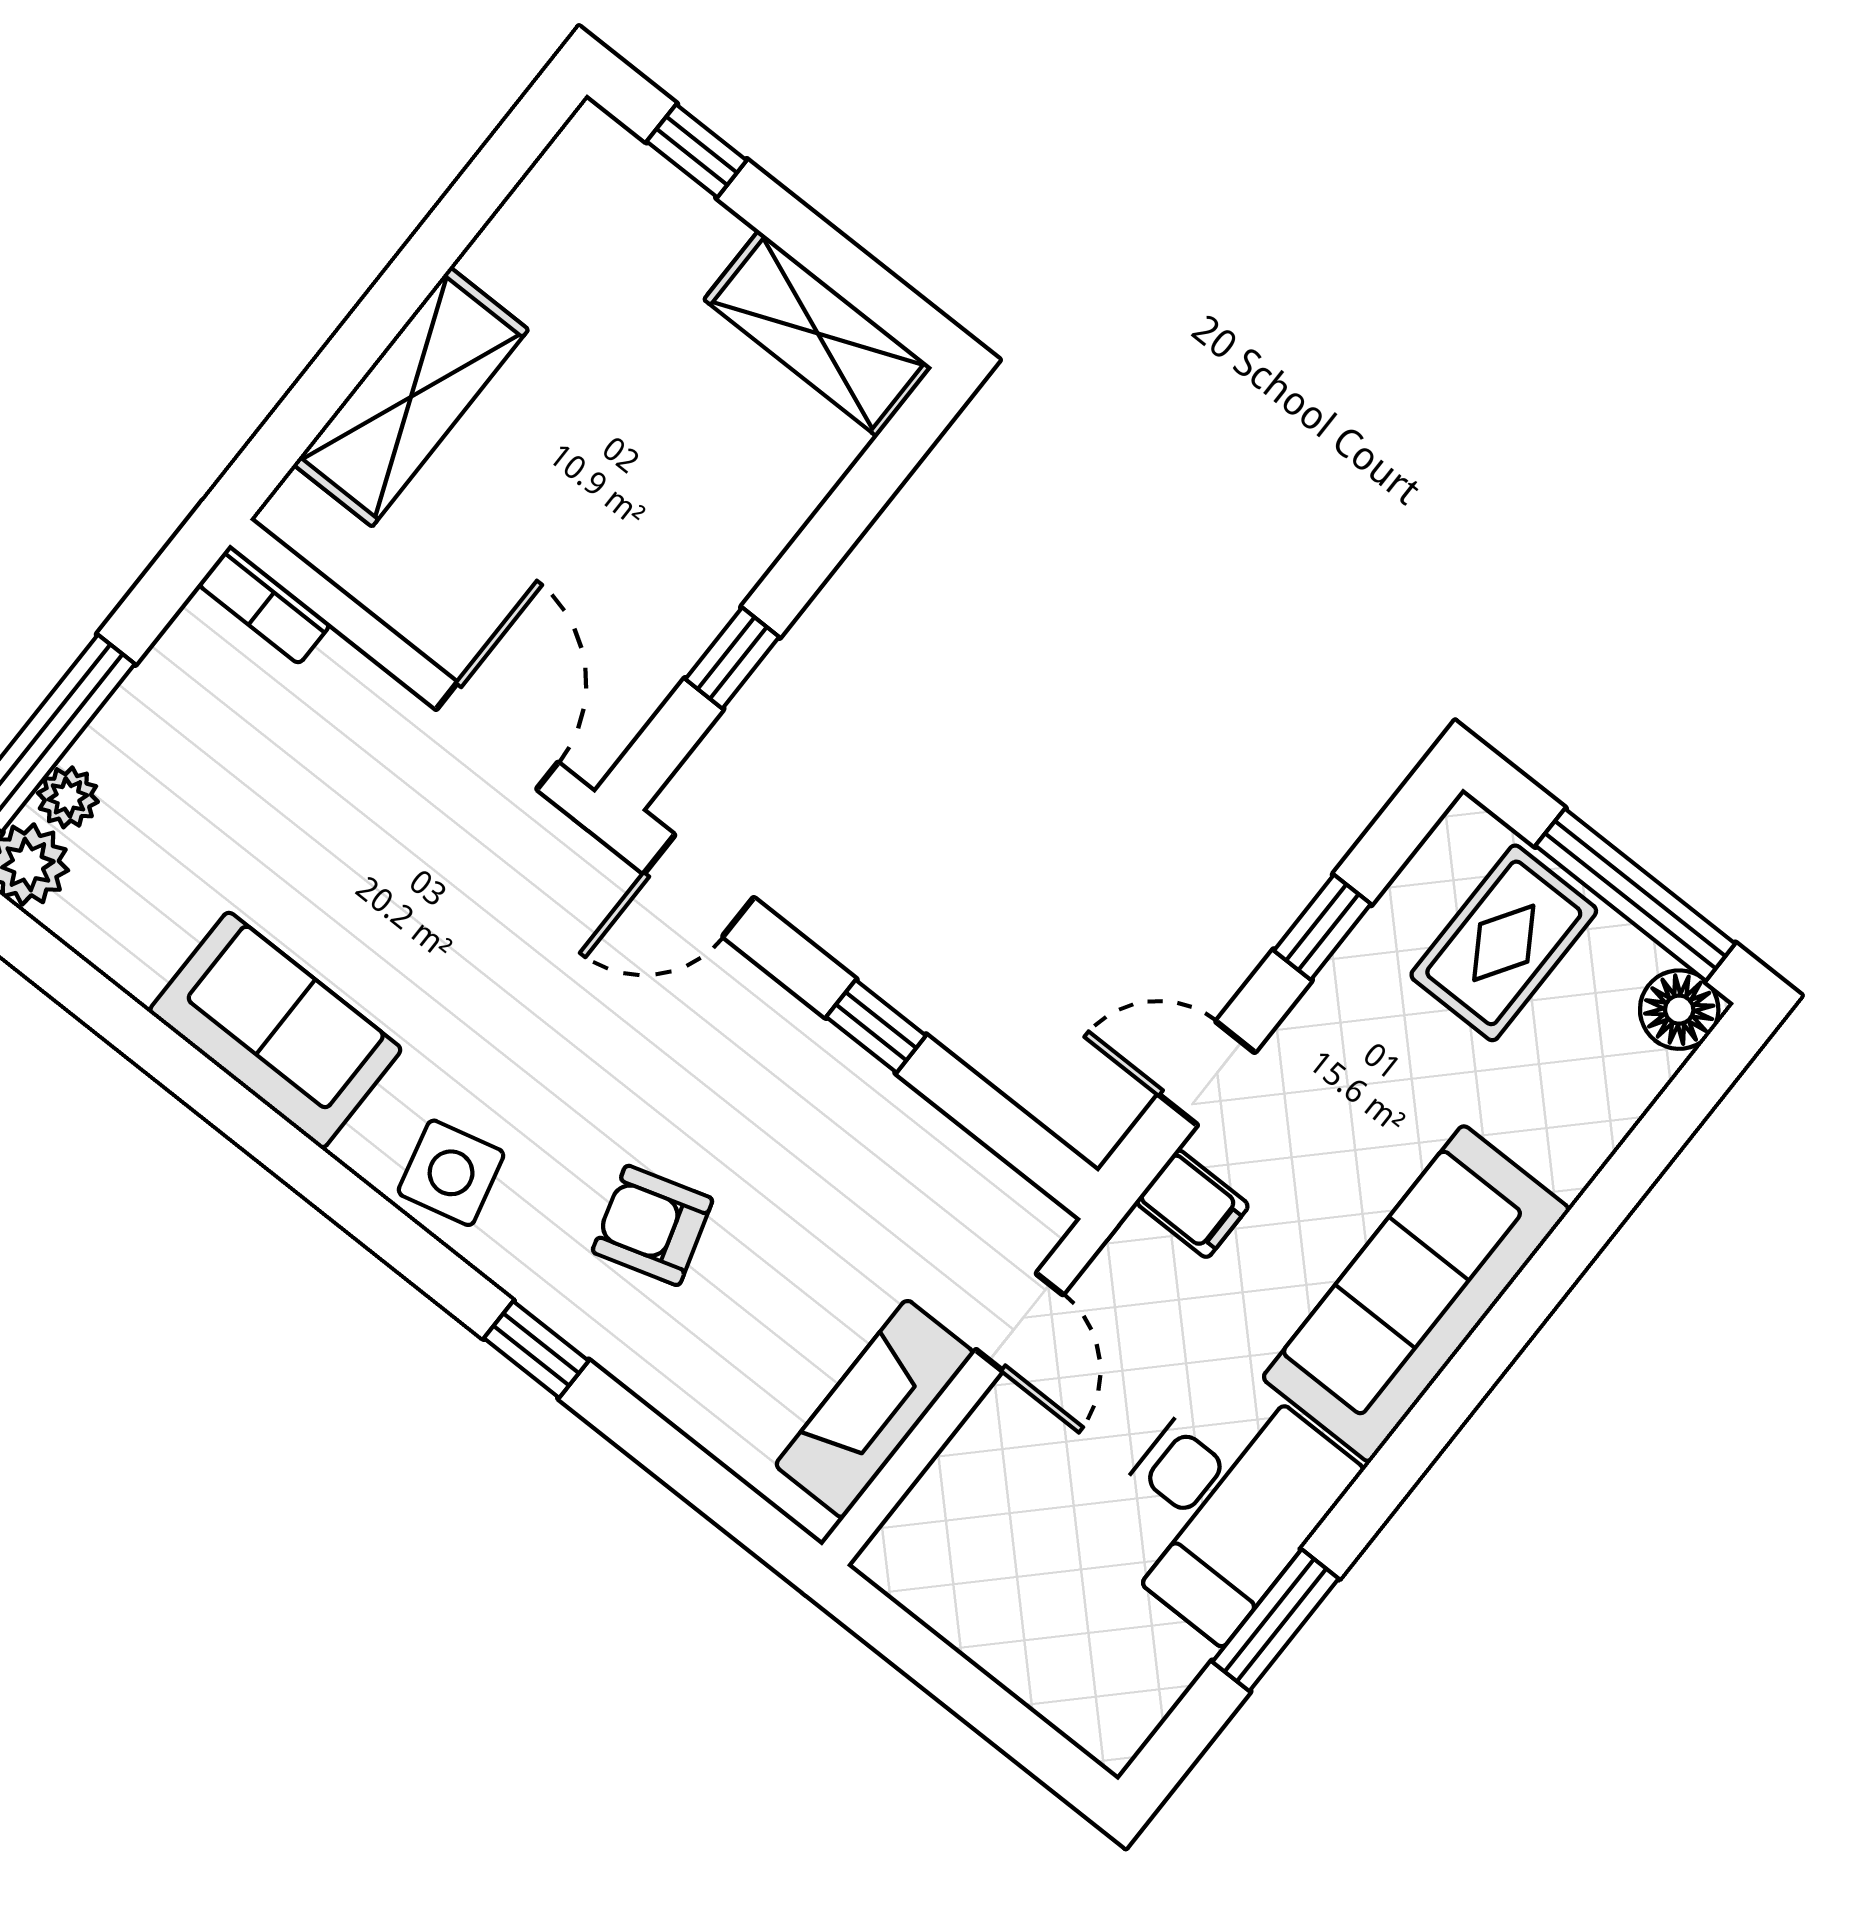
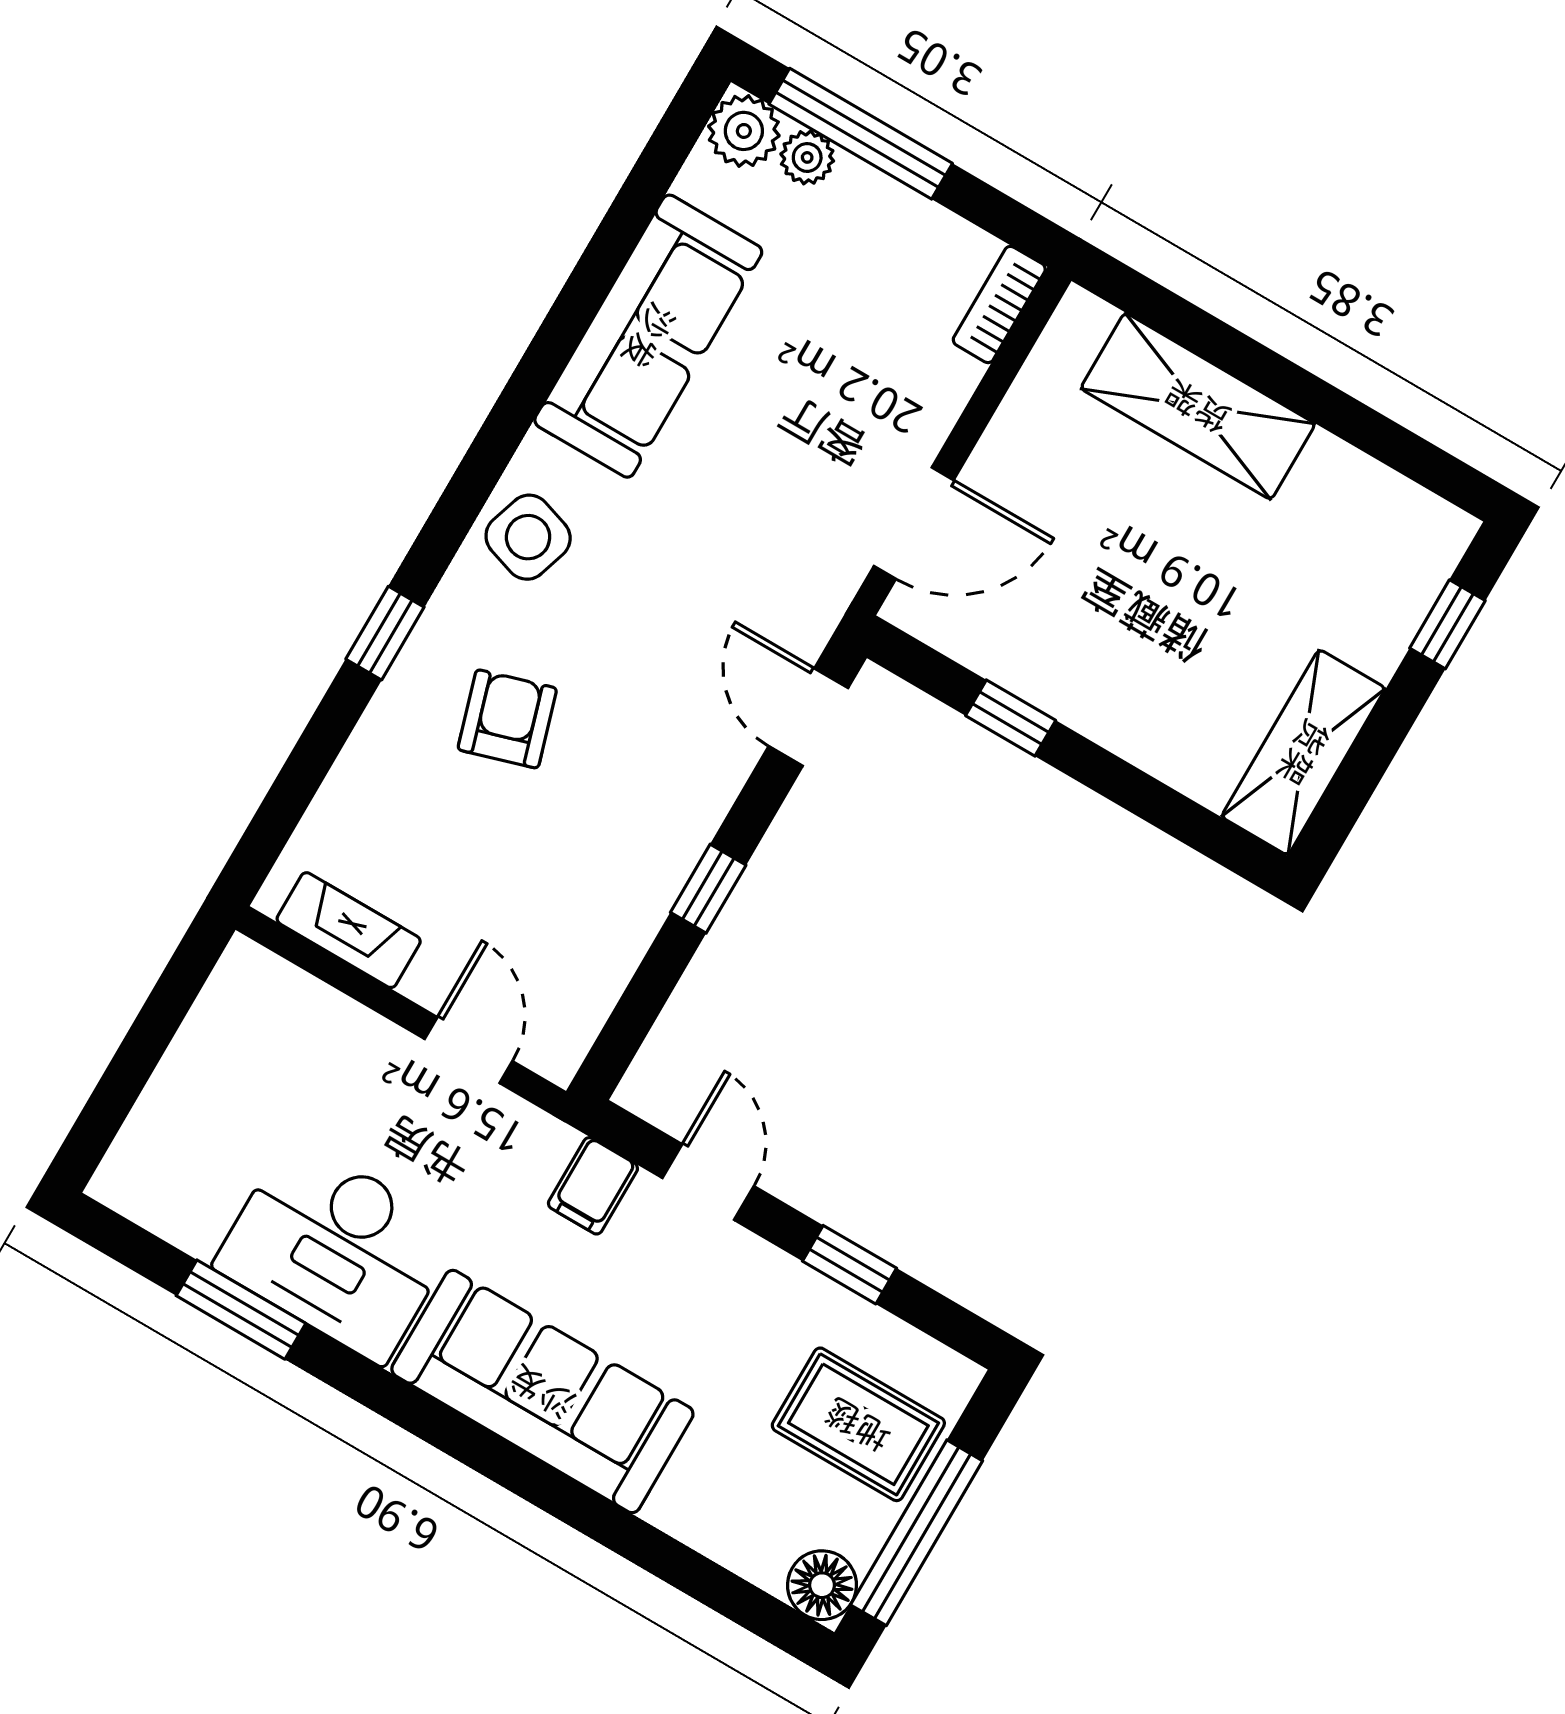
sofa: (275, 1030) -> (648, 336), width x1.36
side table: (451, 1173) -> (528, 537), turned 32
door: (1019, 1322) -> (469, 1050), swing flipped
fireplace: (875, 1409) -> (349, 930), width x0.73, depth x0.76

